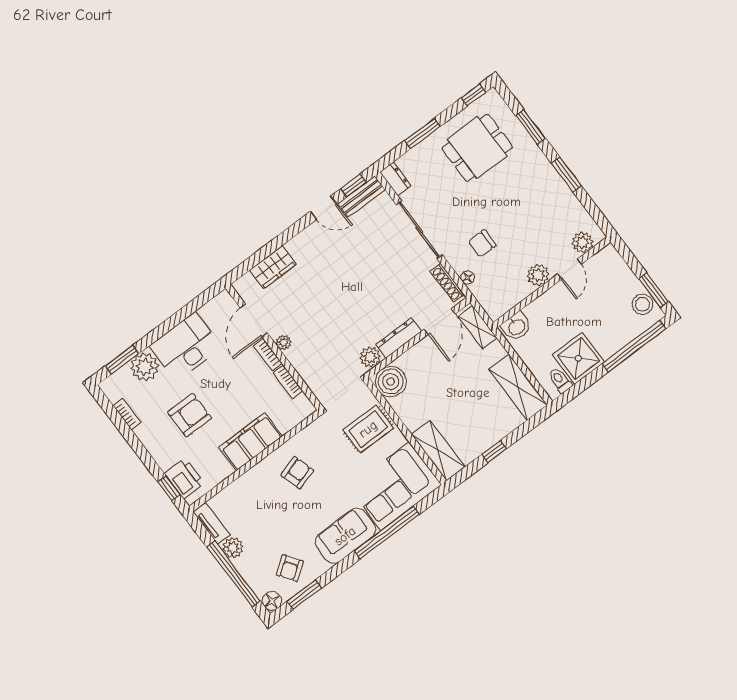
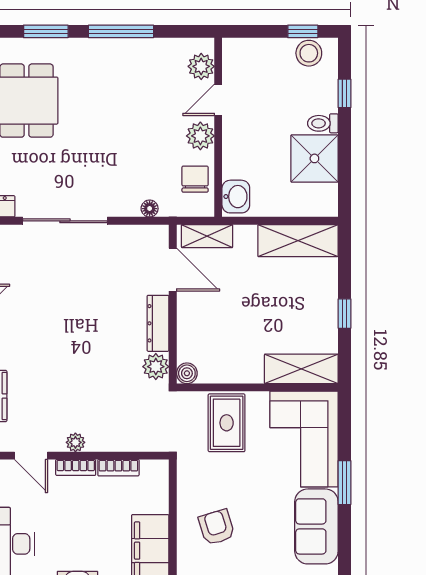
window: (566, 175) -> (121, 31), width x1.44
chair: (482, 243) -> (195, 179), moved, turned 180
door: (569, 269) -> (218, 100), swing flipped
shoe rack: (447, 283) -> (139, 233), removed
window: (653, 290) -> (303, 31), width x0.67
door: (254, 320) -> (31, 456), width x0.73
window: (634, 346) -> (344, 93), width x0.32
toilet: (560, 380) -> (323, 123), moved
boiler: (391, 382) -> (187, 373), width x0.54, depth x0.54
window: (387, 533) -> (344, 483), width x0.47

